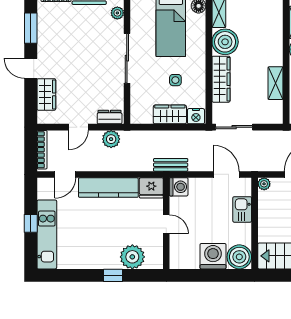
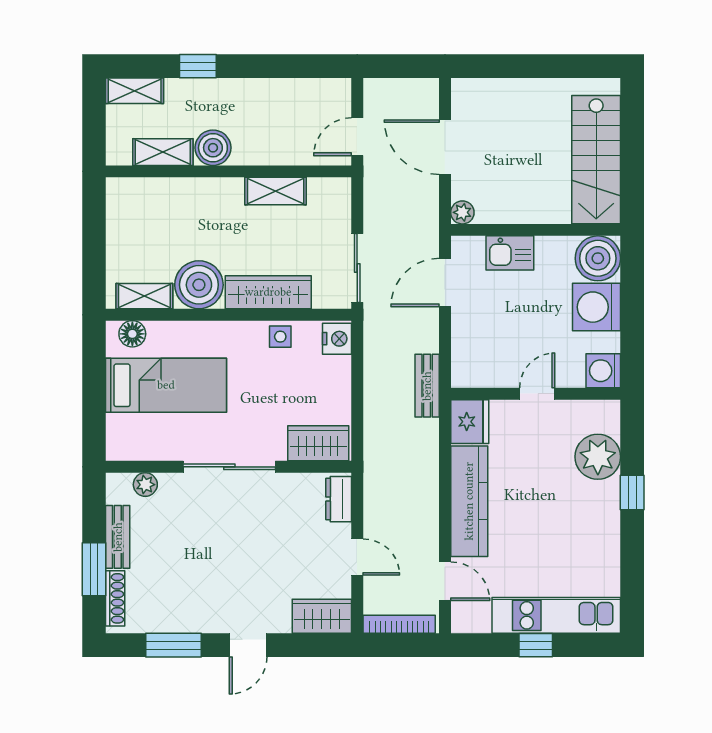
side table: (175, 80) -> (280, 337), moved
wardrobe: (46, 94) -> (322, 616), moved
wardrobe: (170, 114) -> (318, 443), moved, turned 90
plant: (111, 139) -> (379, 496), removed
washing machine: (179, 187) -> (603, 371), moved, turned -90

